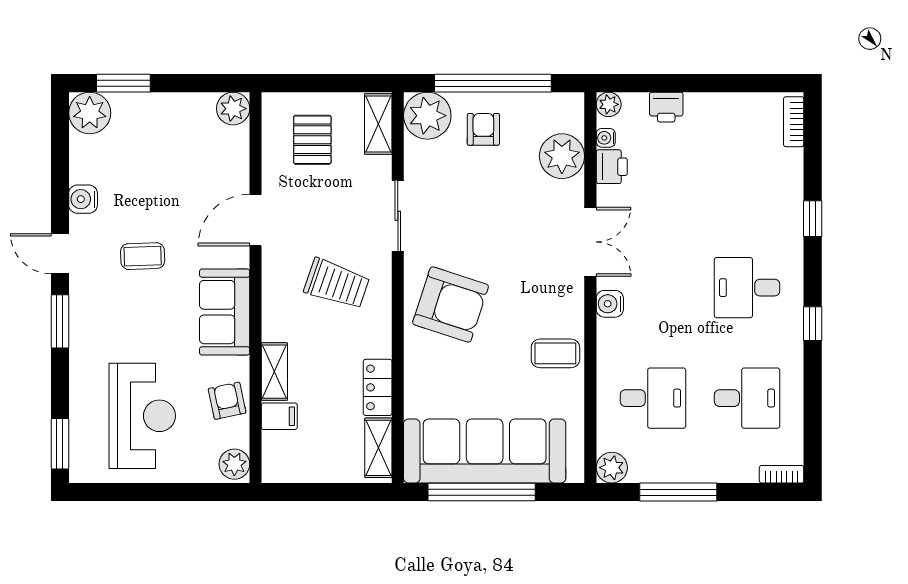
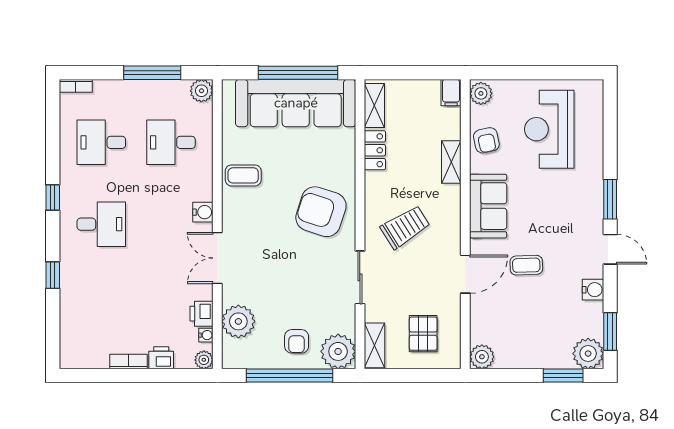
bookcase: (794, 122) -> (129, 362), moved, turned -90
coffee table: (143, 256) -> (526, 265), moved
trolley: (337, 284) -> (405, 227), turned 129
filing cabinet: (279, 416) -> (451, 93), moved, turned -90
window: (60, 444) -> (610, 331), moved

